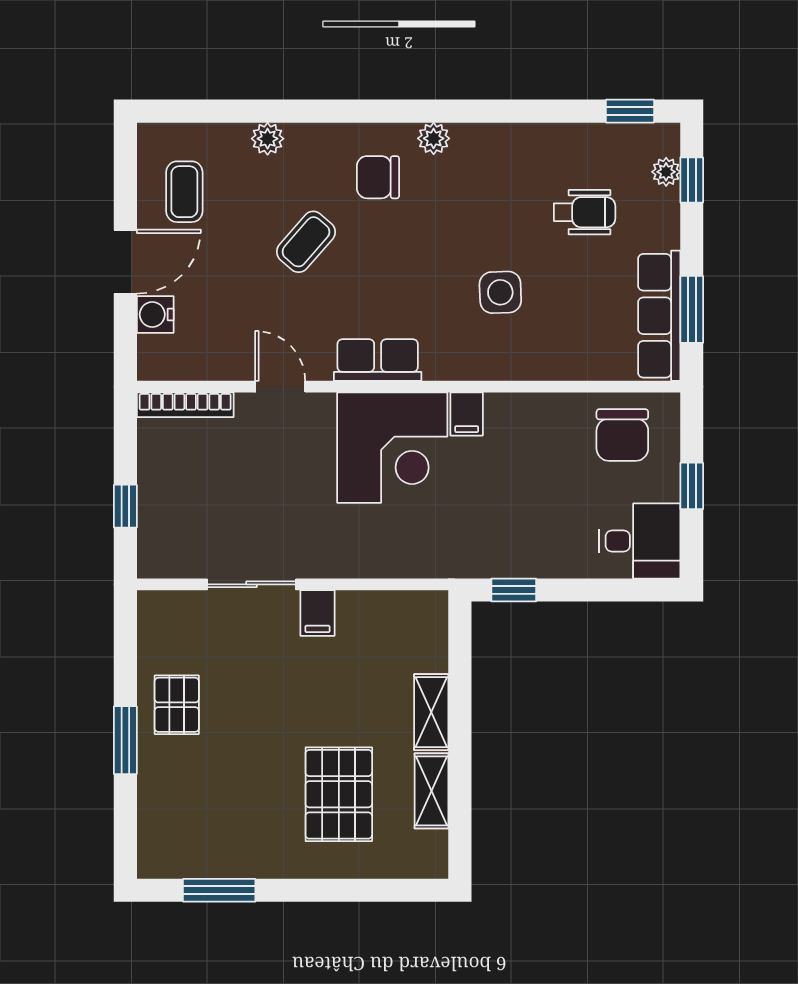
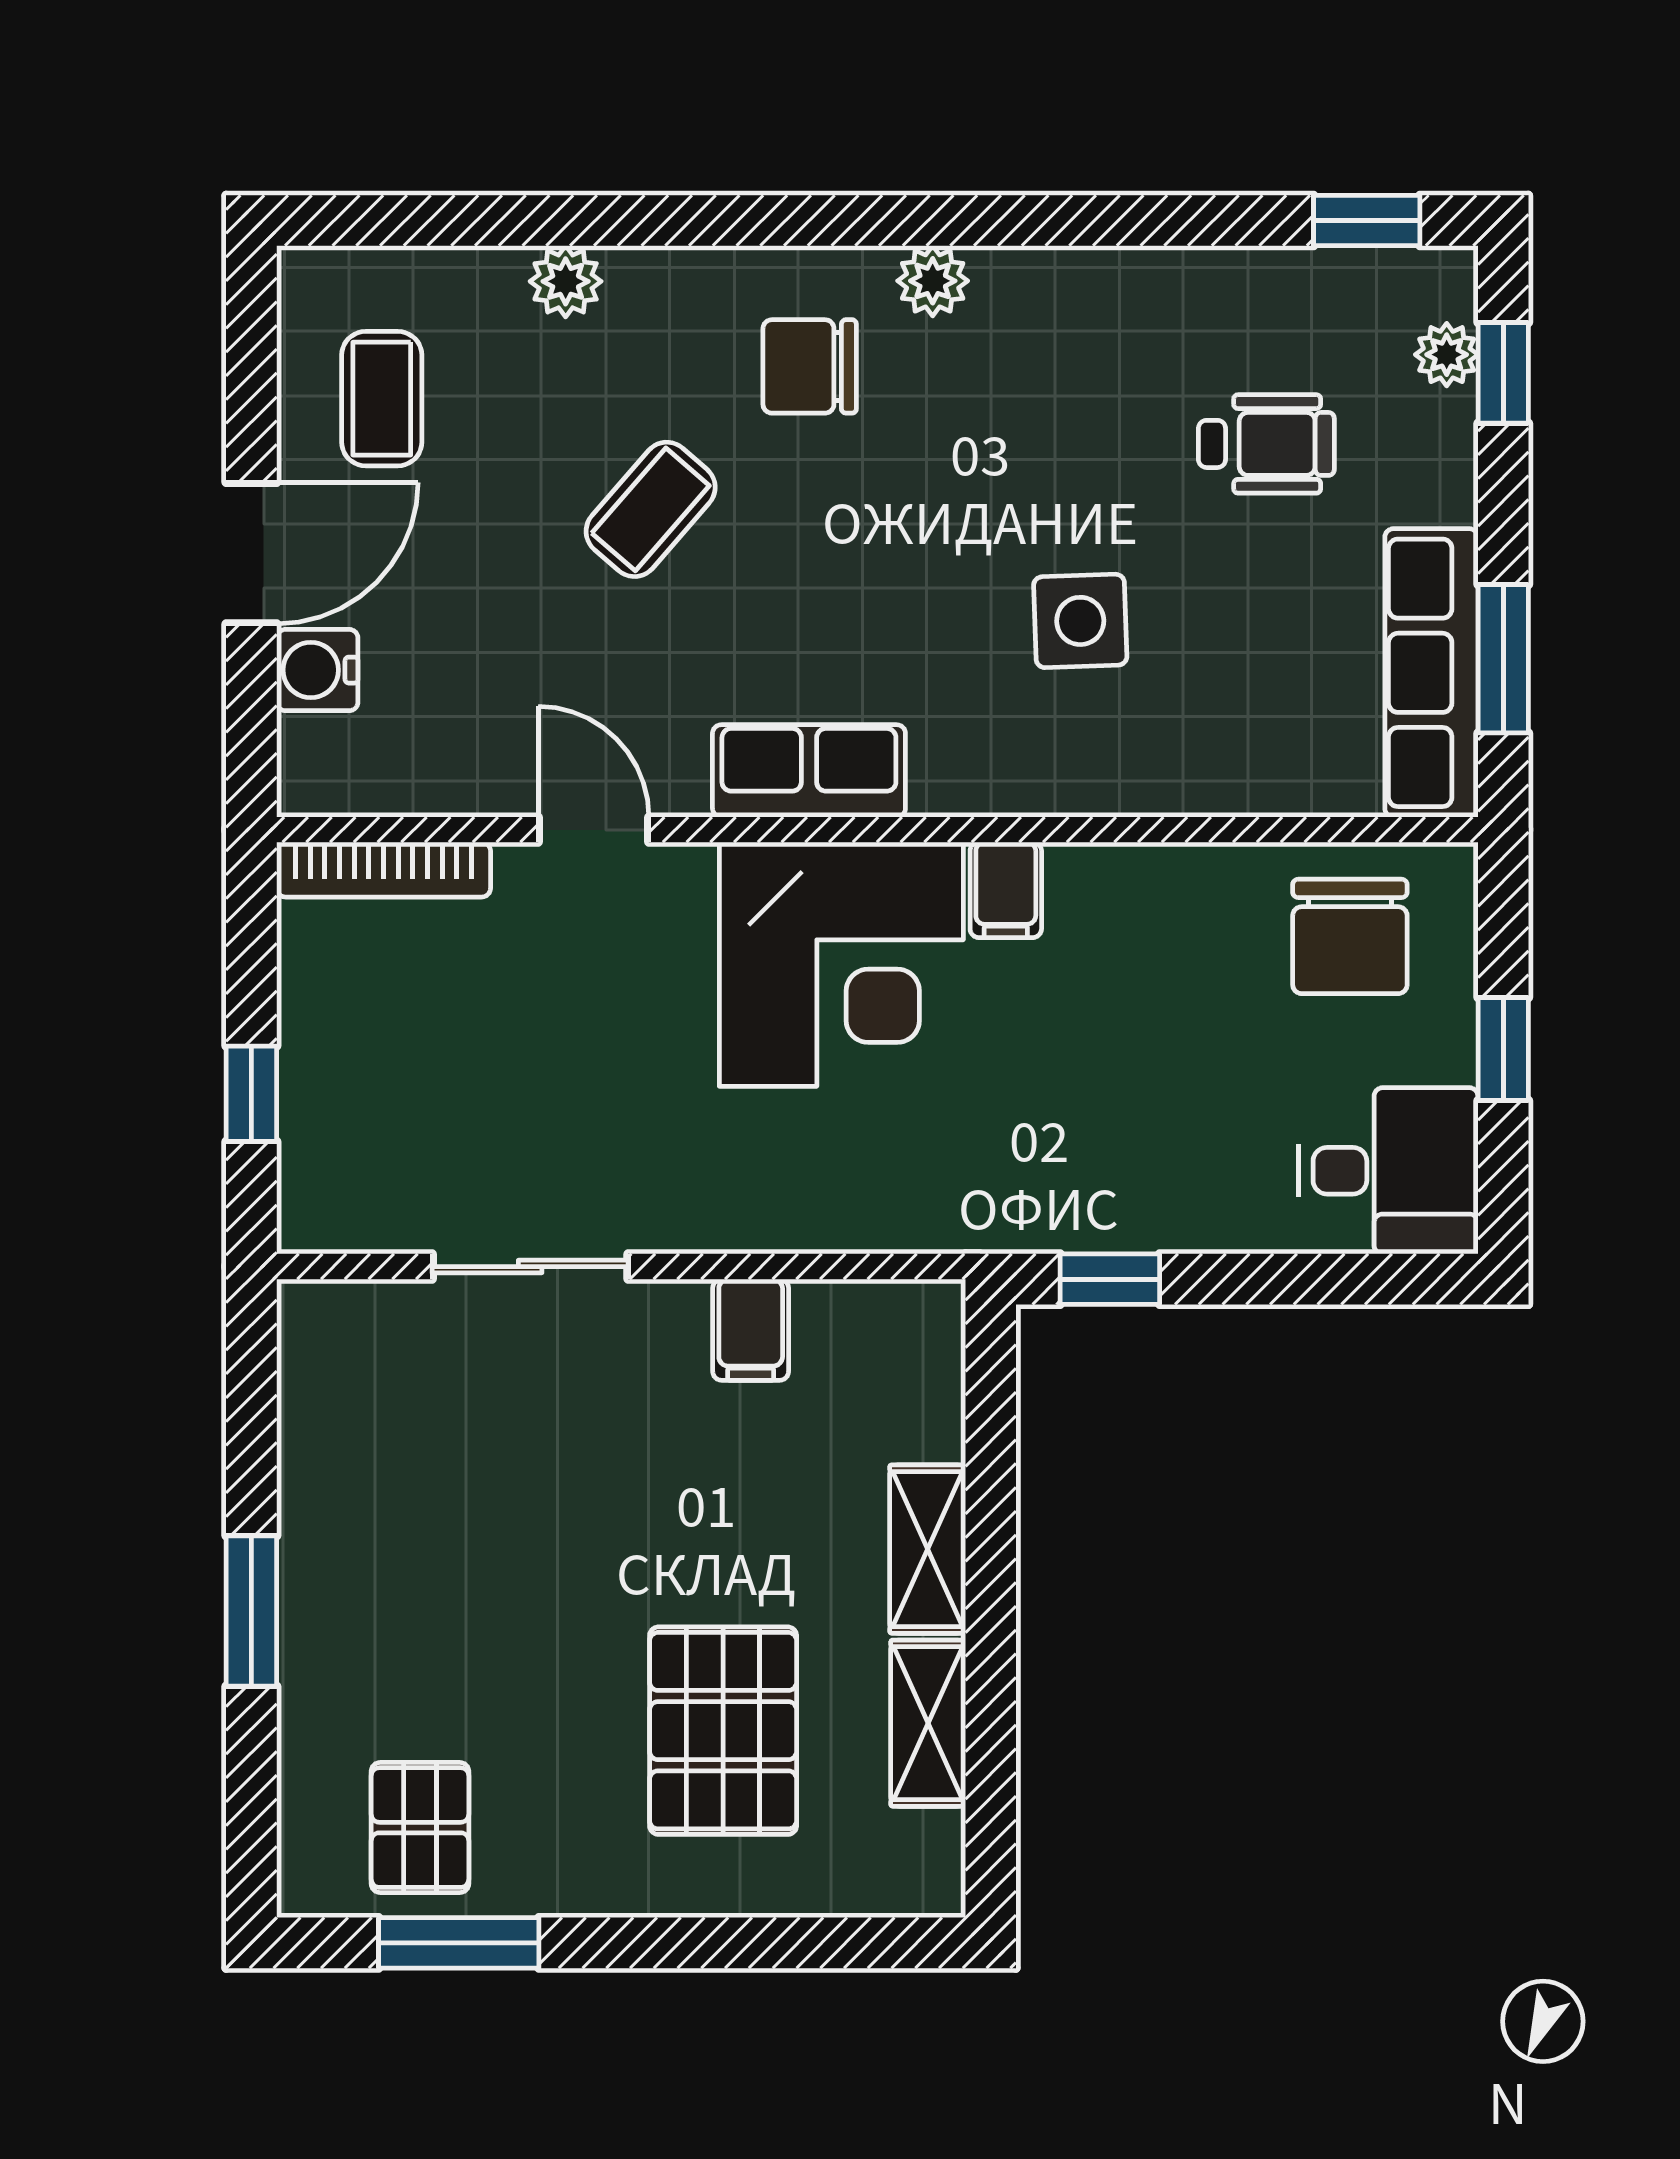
filing cabinet: (317, 613) -> (751, 1330), moved
pallet: (177, 705) -> (420, 1828), moved

